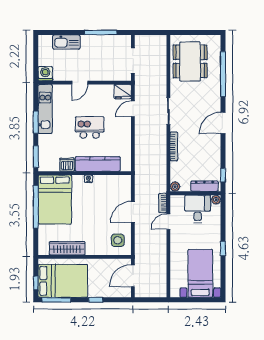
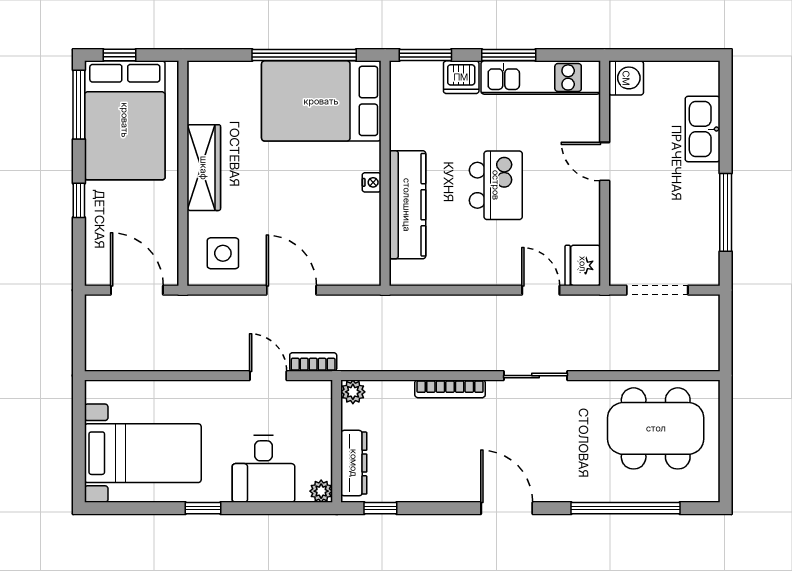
dishwasher: (67, 165) -> (461, 77), moved, turned 90
desk: (198, 209) -> (263, 469), moved, turned 90
wardrobe: (67, 248) -> (204, 168), moved

